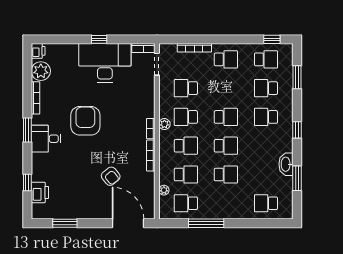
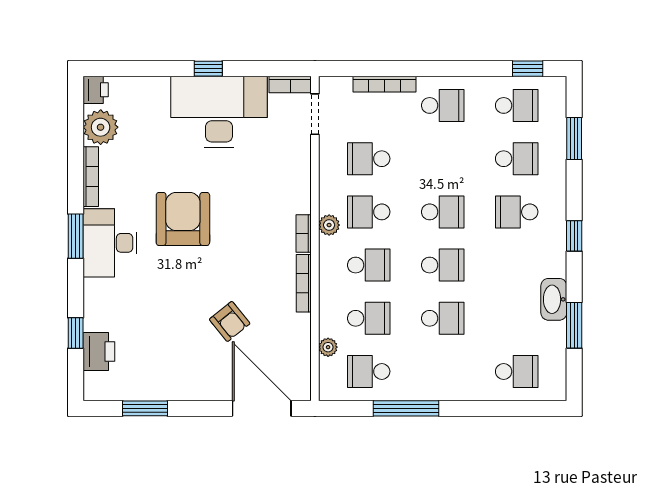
school desk: (266, 88) -> (517, 159), turned 180
desk: (46, 139) -> (110, 243), width x1.37
school desk: (266, 203) -> (517, 371), turned 180

